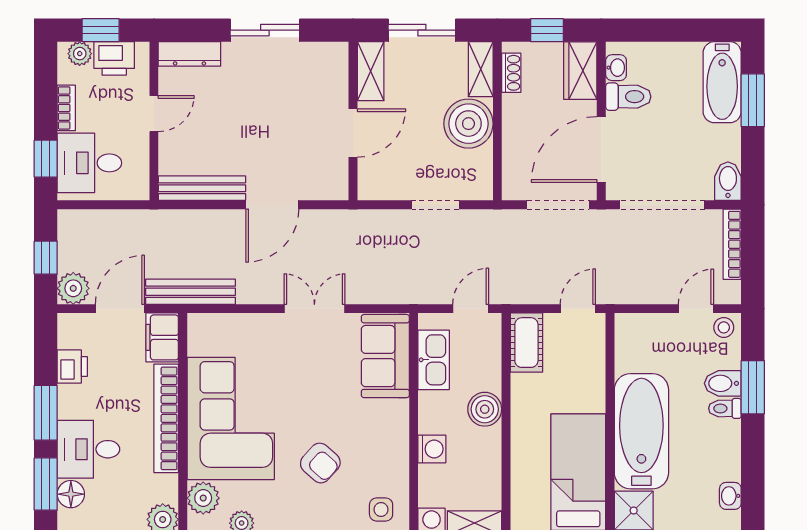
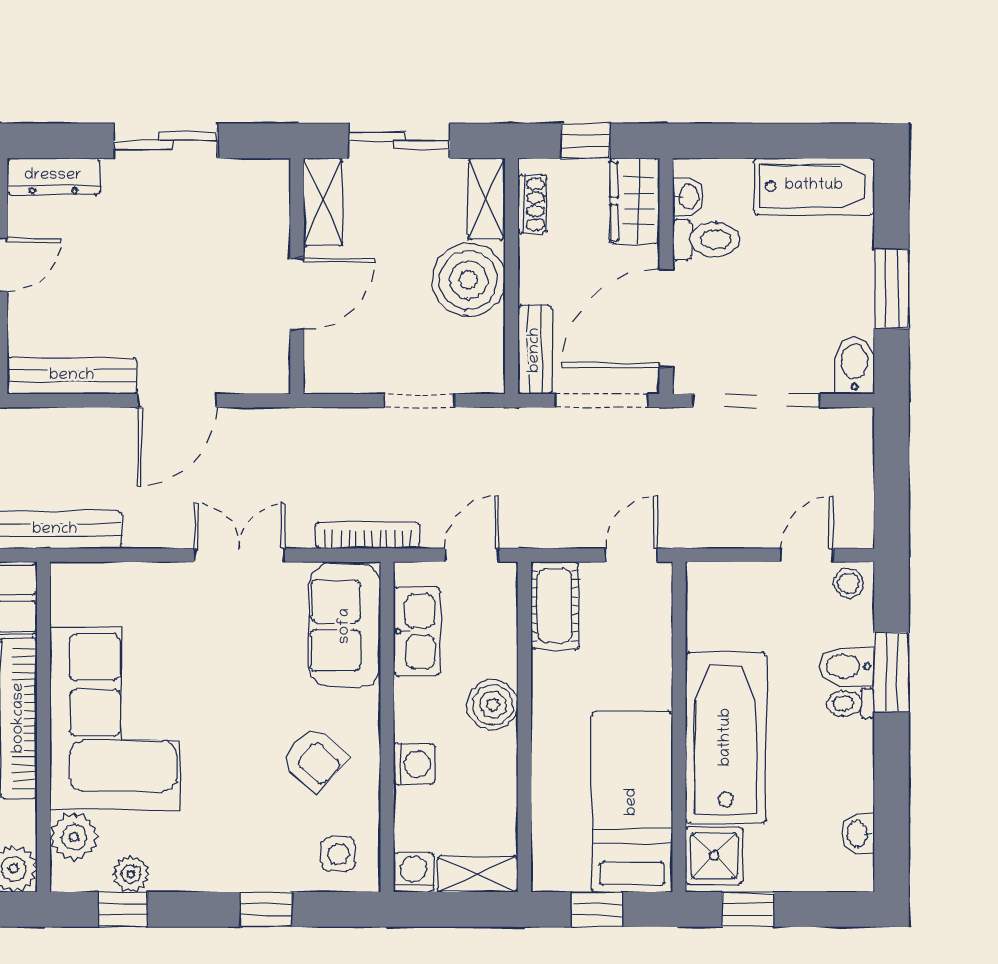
bathtub: (722, 82) -> (814, 186), moved, turned -90
window: (753, 100) -> (891, 289), moved
bench: (513, 171) -> (535, 350), added
bookcase: (732, 244) -> (368, 535), moved, turned 90
armchair: (320, 463) -> (314, 759), moved

